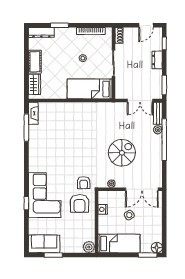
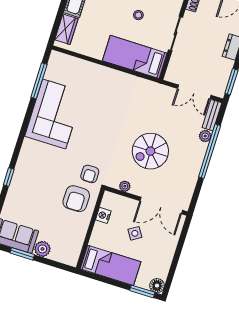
fireplace: (33, 113) -> (53, 65), removed
spiral stairs: (122, 153) -> (150, 151), turned 180
corner sofa: (45, 195) -> (54, 114), moved
plant: (89, 247) -> (42, 249), moved

